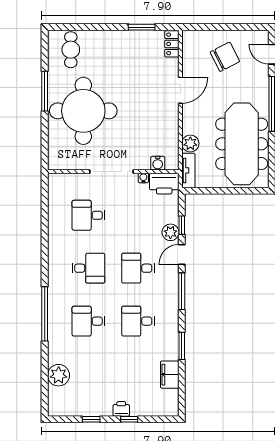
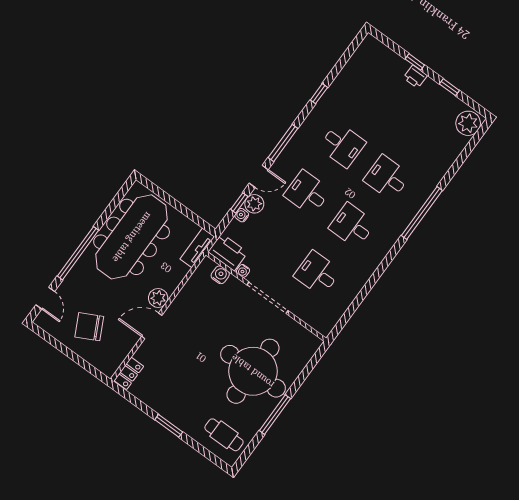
window: (142, 27) -> (169, 426), moved
cafe table: (71, 50) -> (224, 435), turned 90
plant: (190, 143) -> (158, 298), moved
desk: (88, 215) -> (317, 273), turned 180
water cooler: (174, 218) -> (242, 215), added
desk: (138, 268) -> (307, 193), turned 180
desk: (88, 321) -> (387, 178), turned 180
window: (182, 346) -> (319, 94), width x0.67
plant: (59, 375) -> (468, 123), moved
filing cabinet: (170, 375) -> (349, 76), removed

